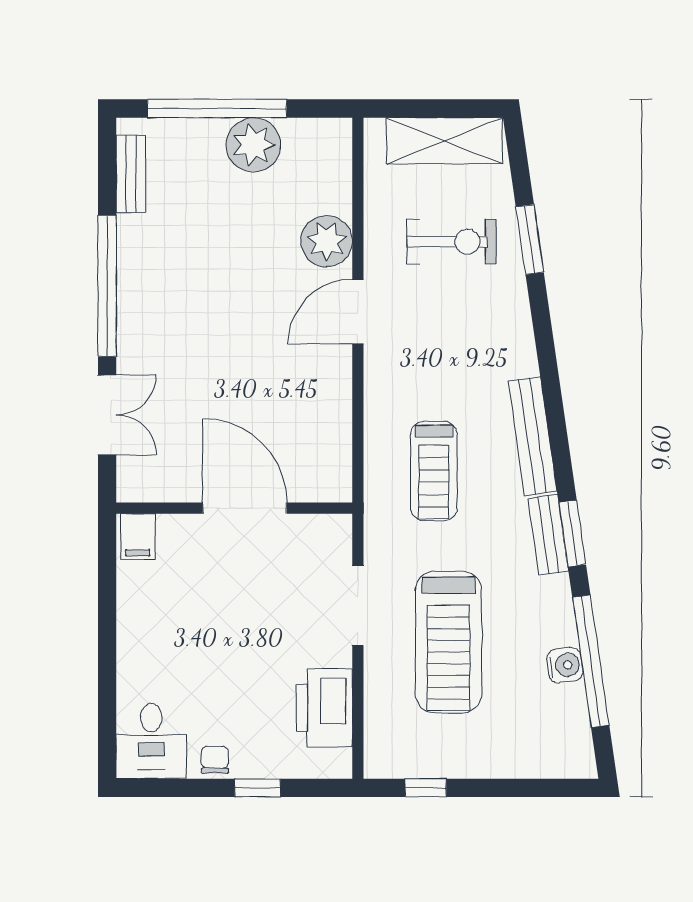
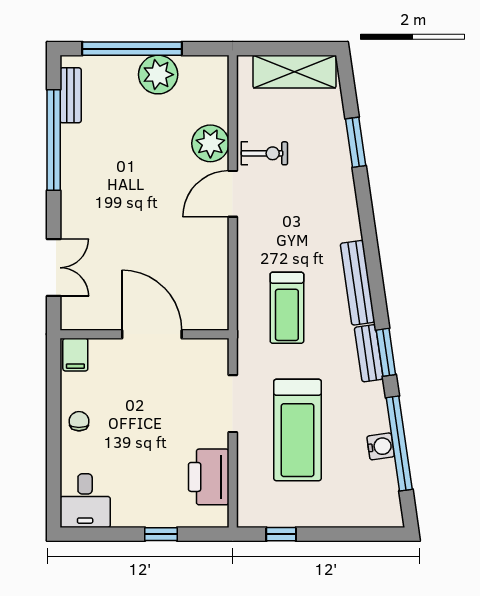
exercise bike: (451, 242) -> (264, 153), moved, width x0.73, depth x0.72
window: (107, 286) -> (54, 140), moved
chair: (215, 760) -> (79, 421), moved

